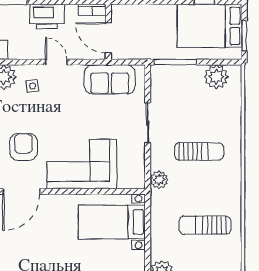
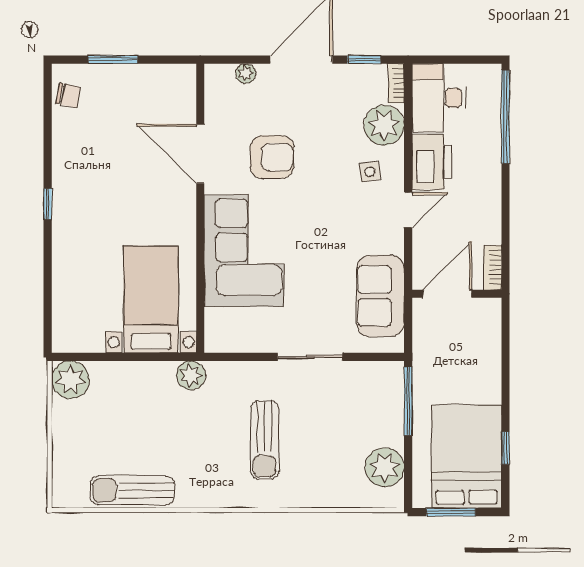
printer: (47, 16) -> (432, 162), moved, turned 180
plant: (159, 180) -> (191, 375), moved
sun lounger: (205, 225) -> (132, 490), moved, turned -90

